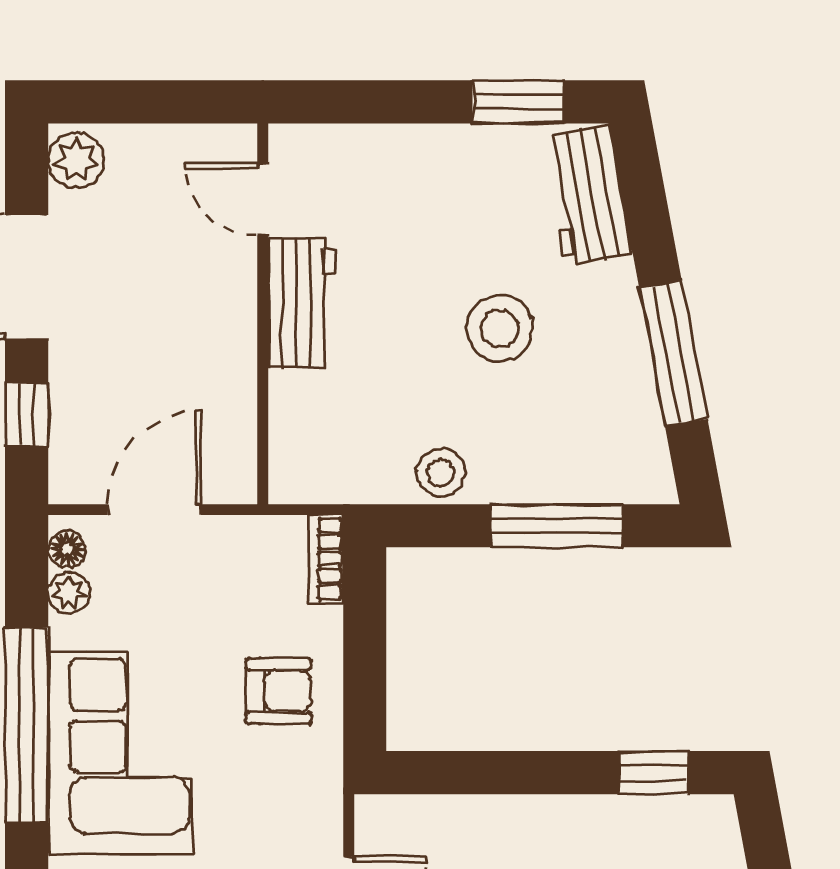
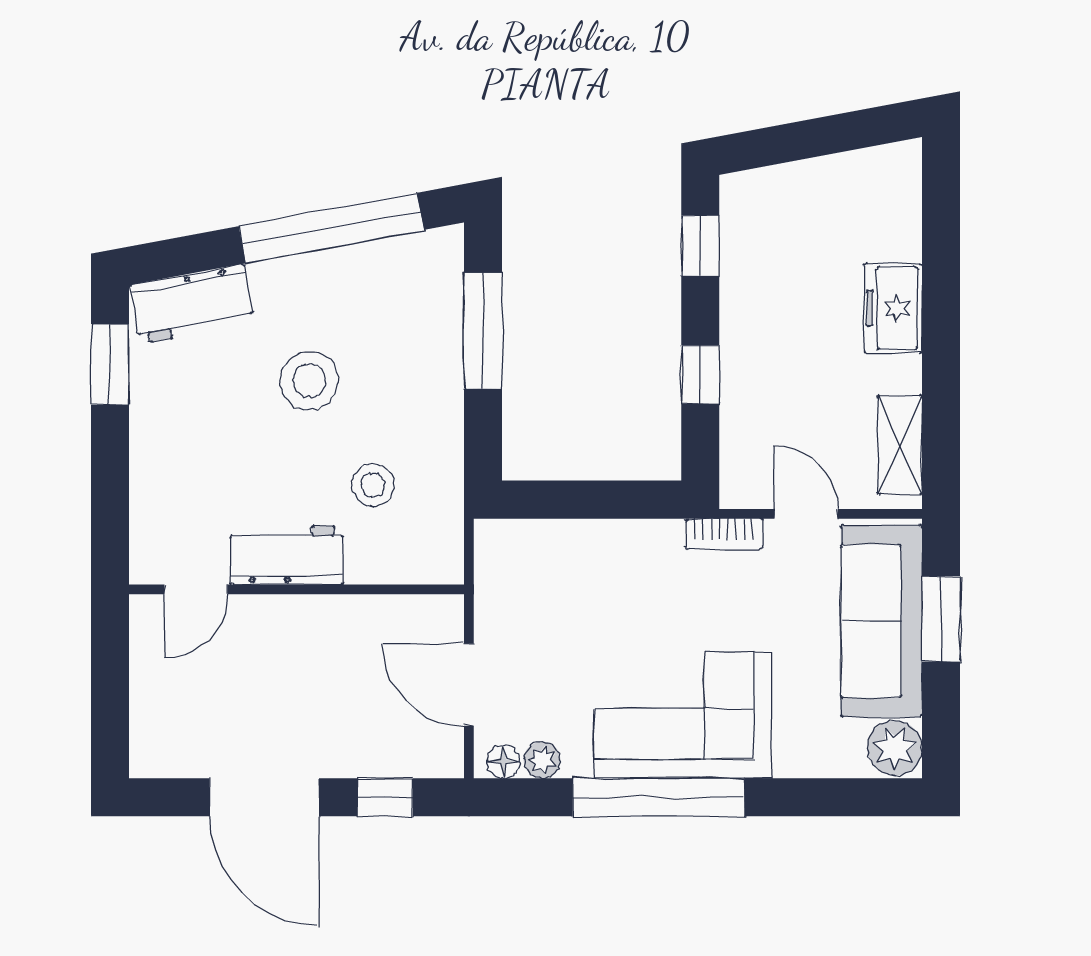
plant: (76, 160) -> (161, 754), removed
window: (673, 354) -> (331, 228), width x1.46
stool: (441, 473) -> (373, 485), moved
bookcase: (326, 559) -> (724, 534), moved
armchair: (279, 691) -> (628, 575), removed
window: (507, 773) -> (700, 374), added

